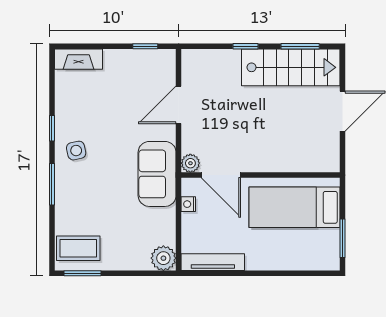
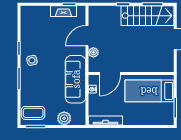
fireplace: (78, 59) -> (63, 11), moved
plant: (190, 163) -> (93, 52), moved
sofa: (157, 174) -> (76, 79), width x1.36
door: (221, 175) -> (110, 74), hinge flipped
plant: (163, 258) -> (64, 118), moved

